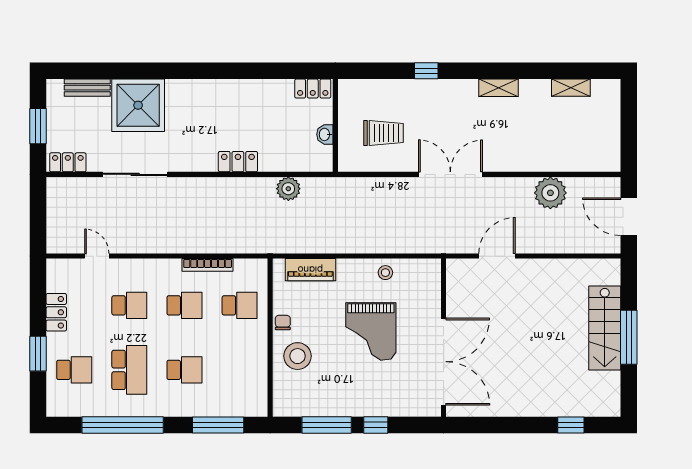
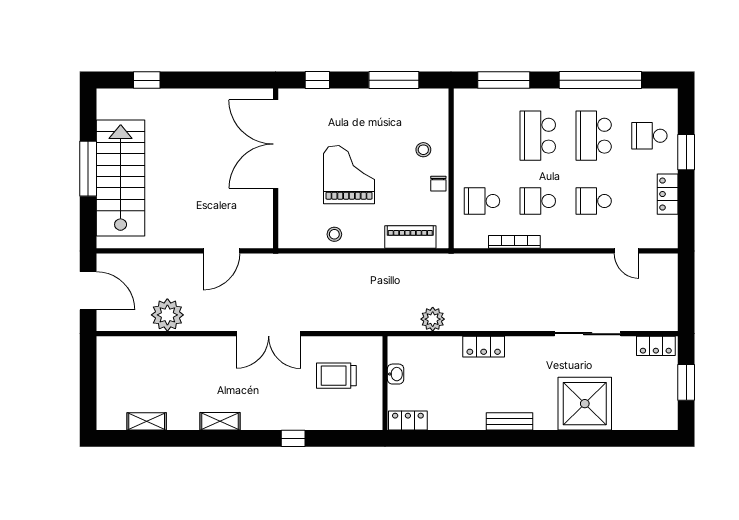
bench: (87, 88) -> (510, 421), moved
stairs: (605, 328) -> (121, 178), width x1.36, depth x1.51
stool: (298, 356) -> (423, 150), width x0.53, depth x0.53
school desk: (184, 370) -> (538, 136), width x1.85
window: (376, 425) -> (317, 80), moved

